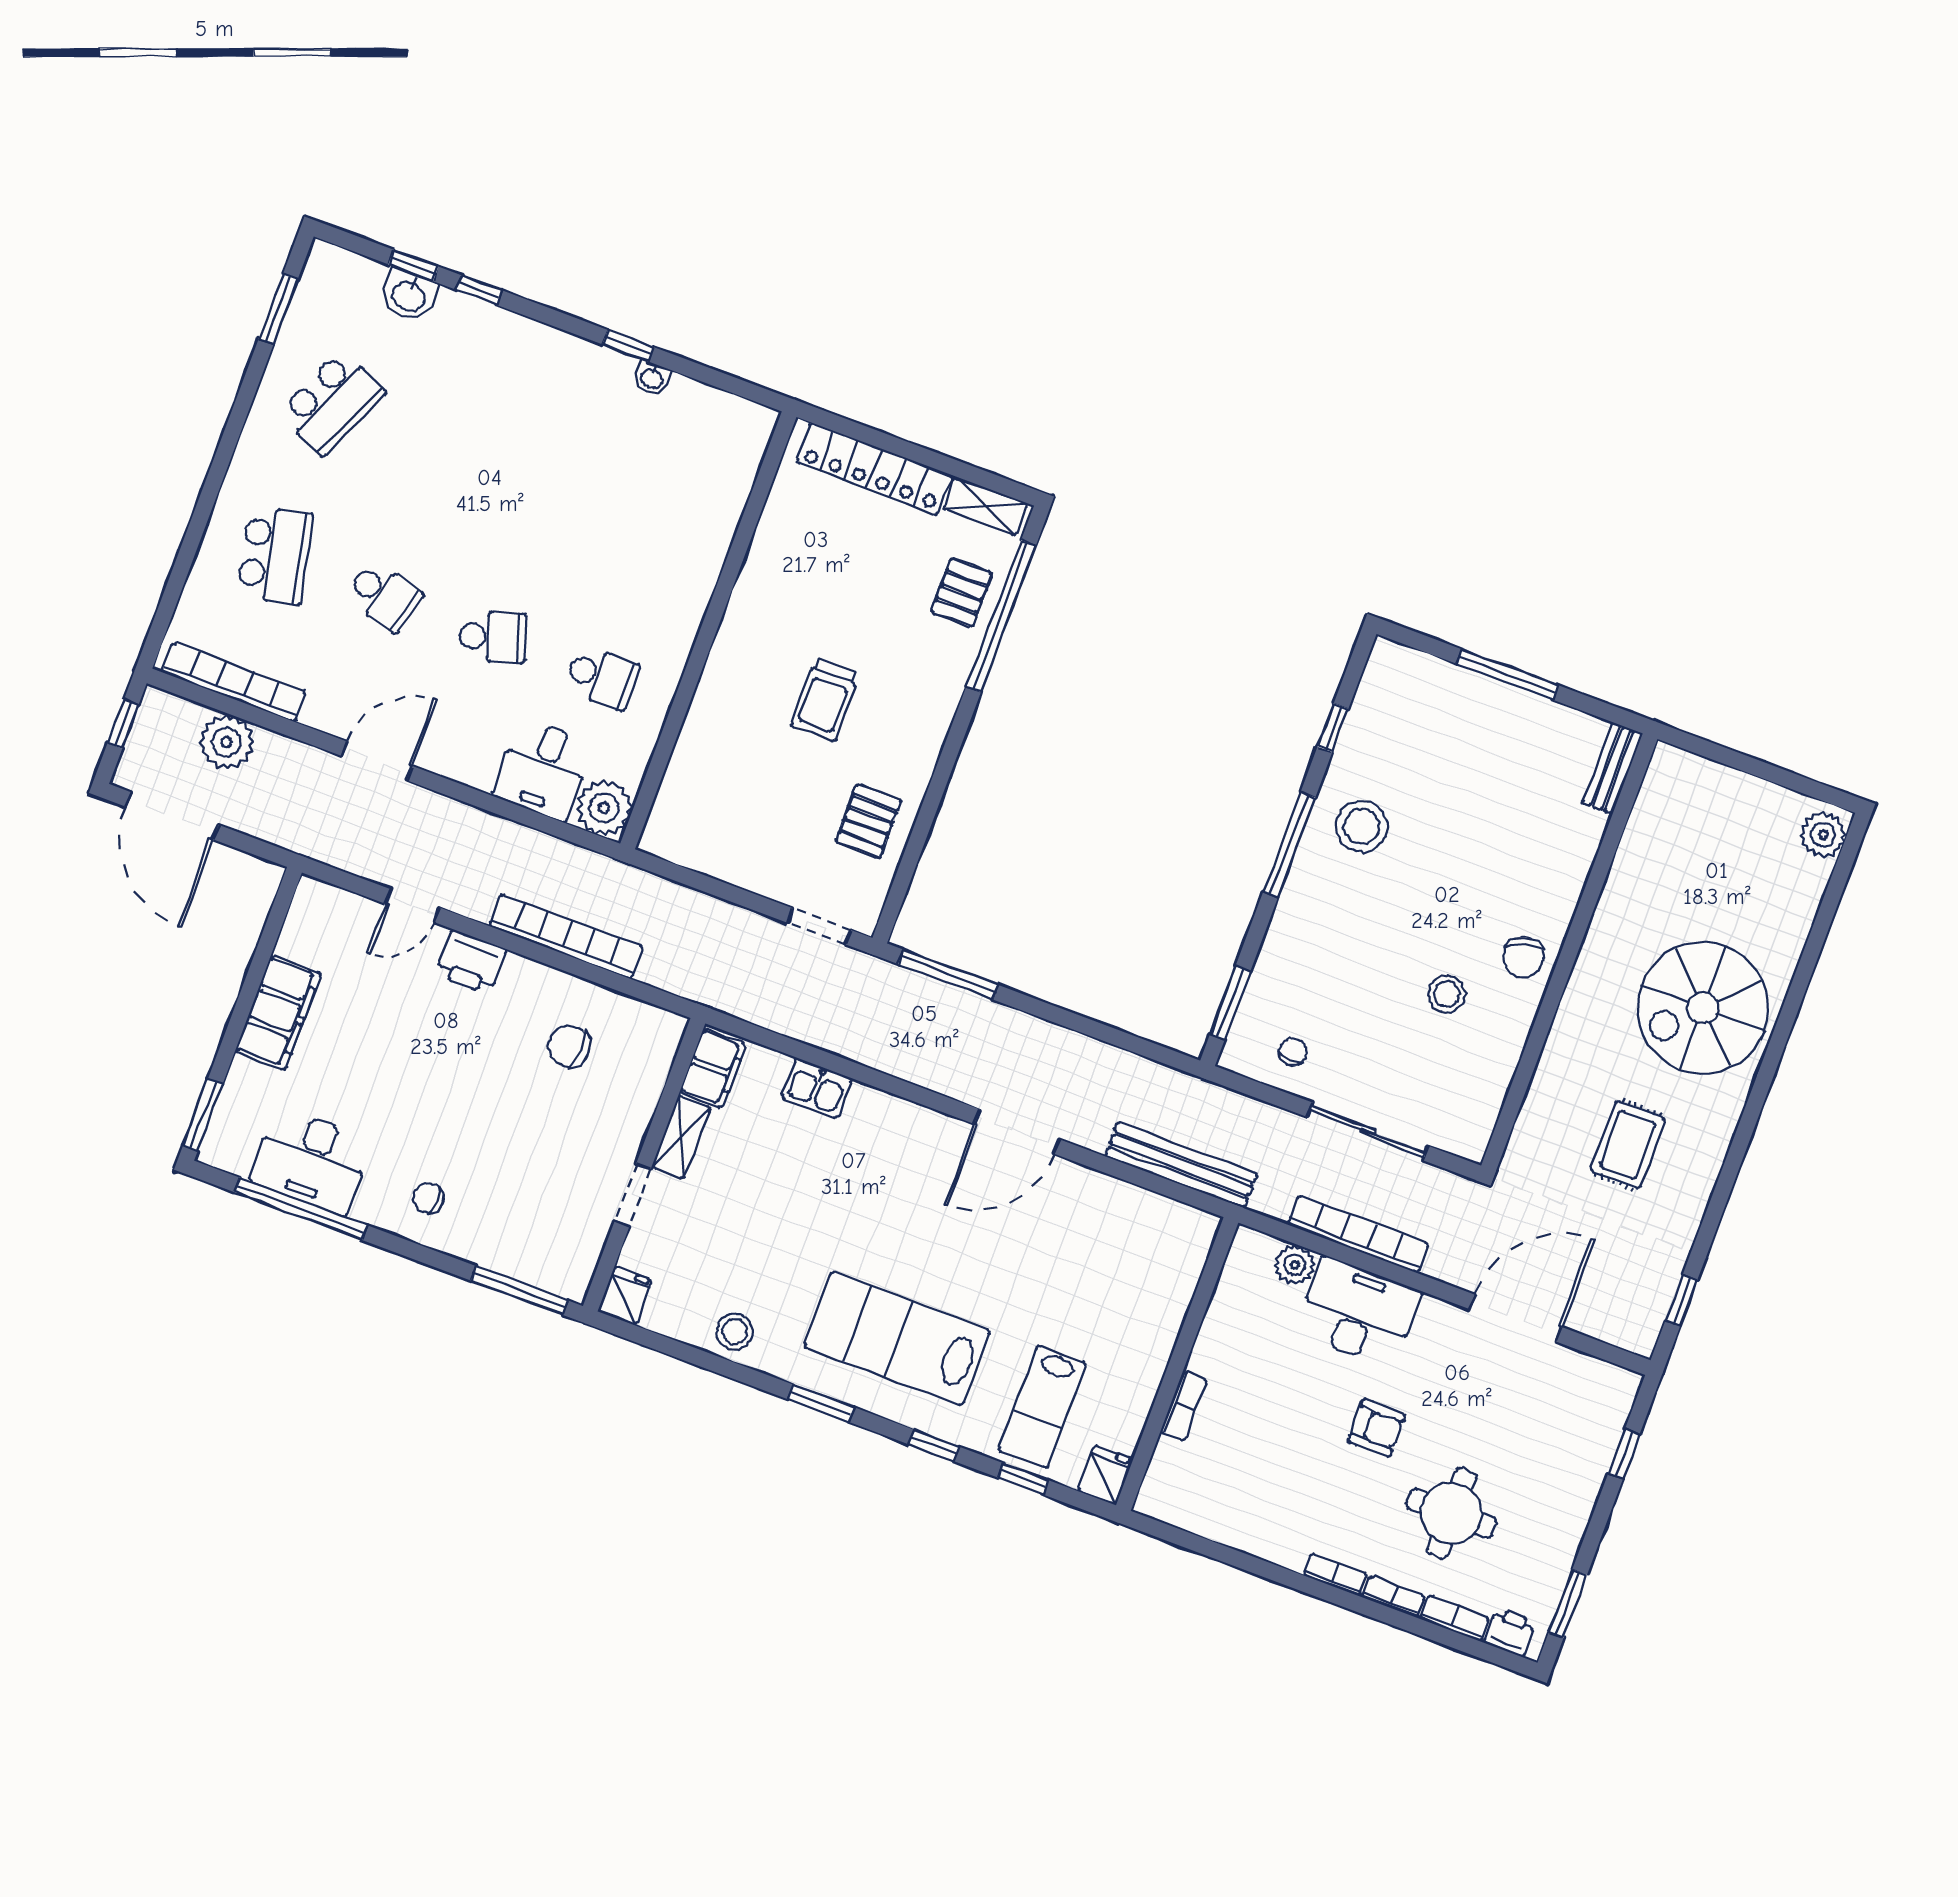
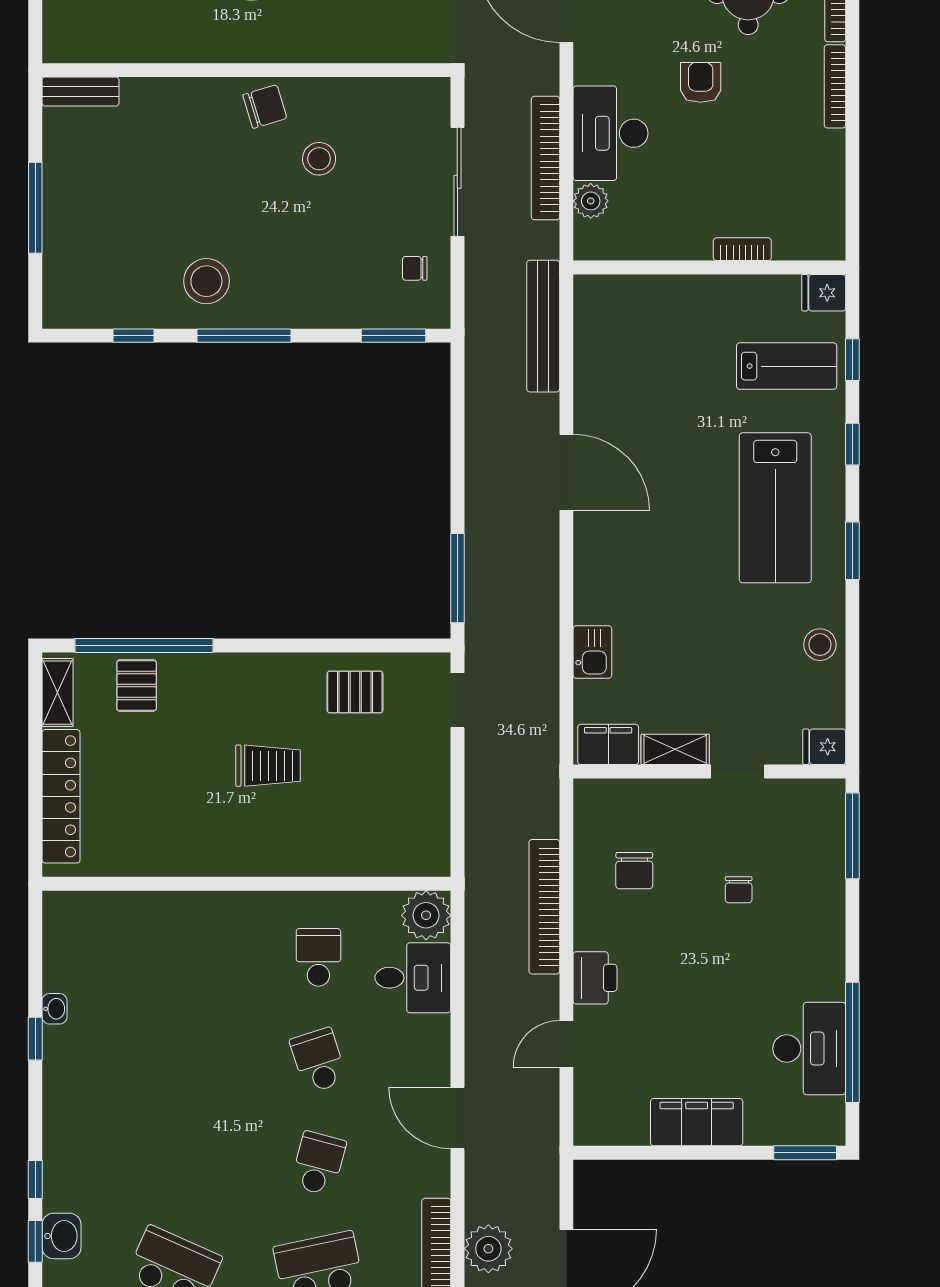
pallet: (962, 593) -> (137, 686), turned 90
door: (412, 906) -> (566, 1044), swing flipped
chair: (428, 1198) -> (739, 890), moved
bookcase: (1335, 1574) -> (835, 86), width x1.56

